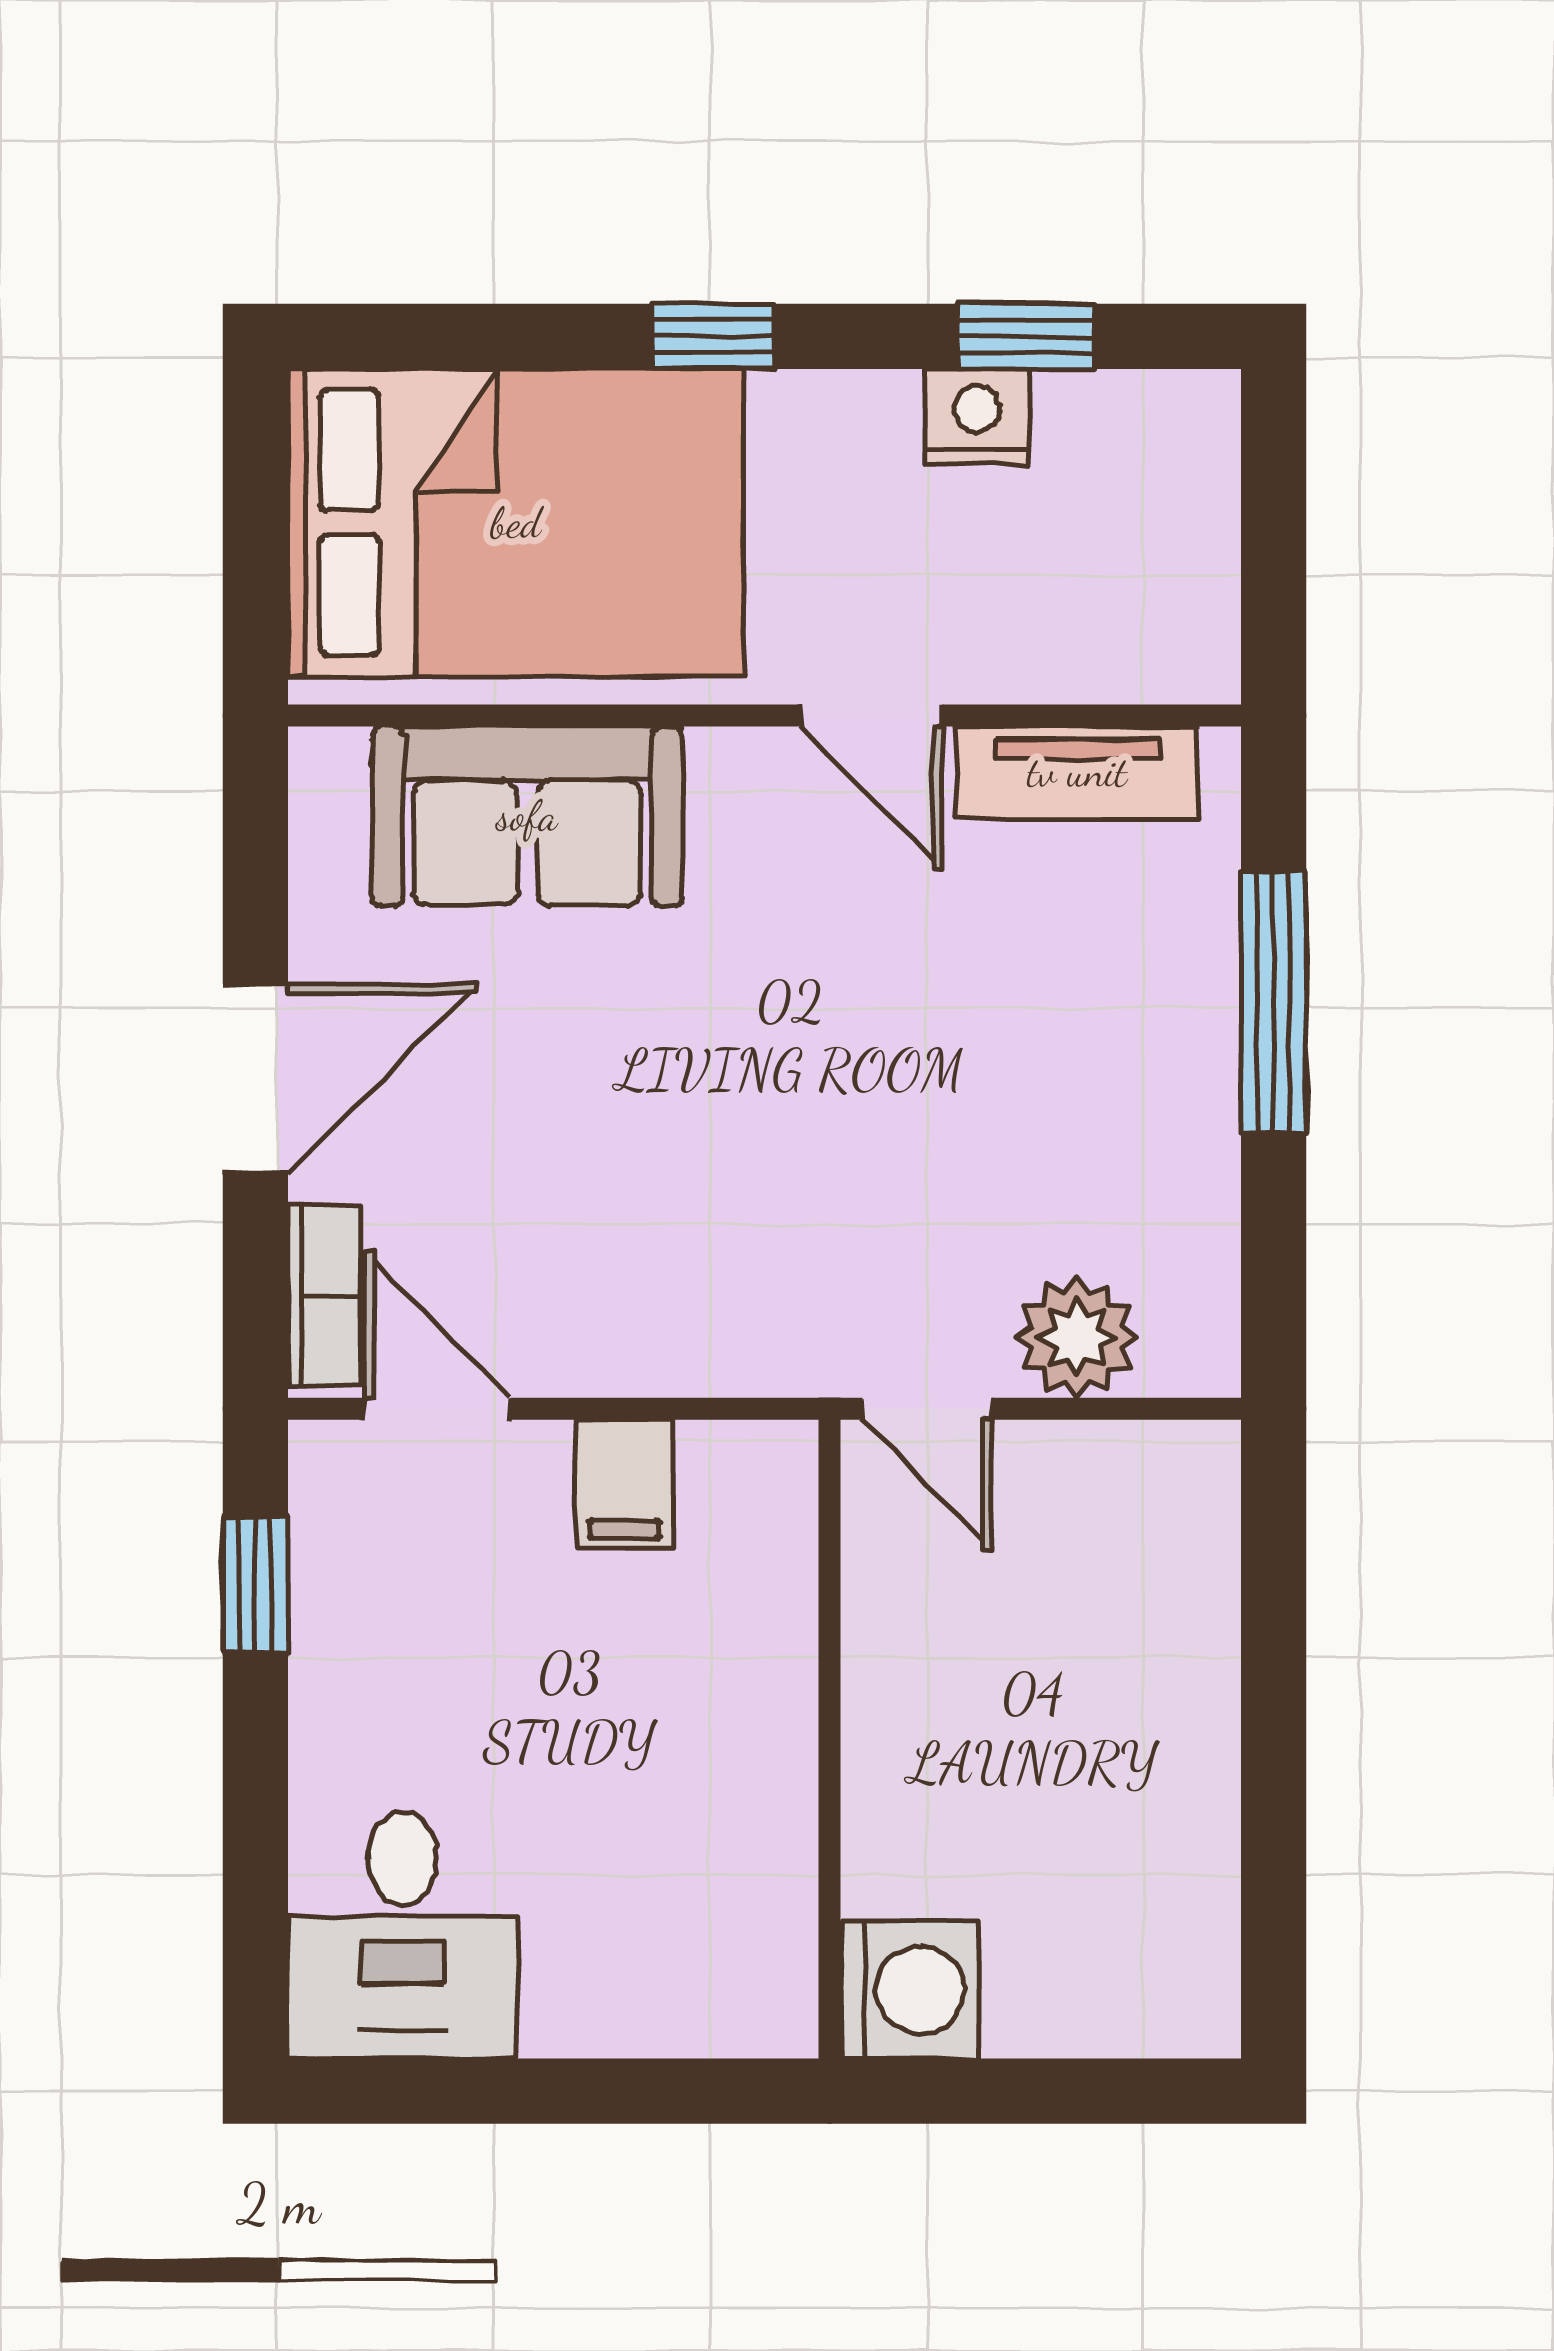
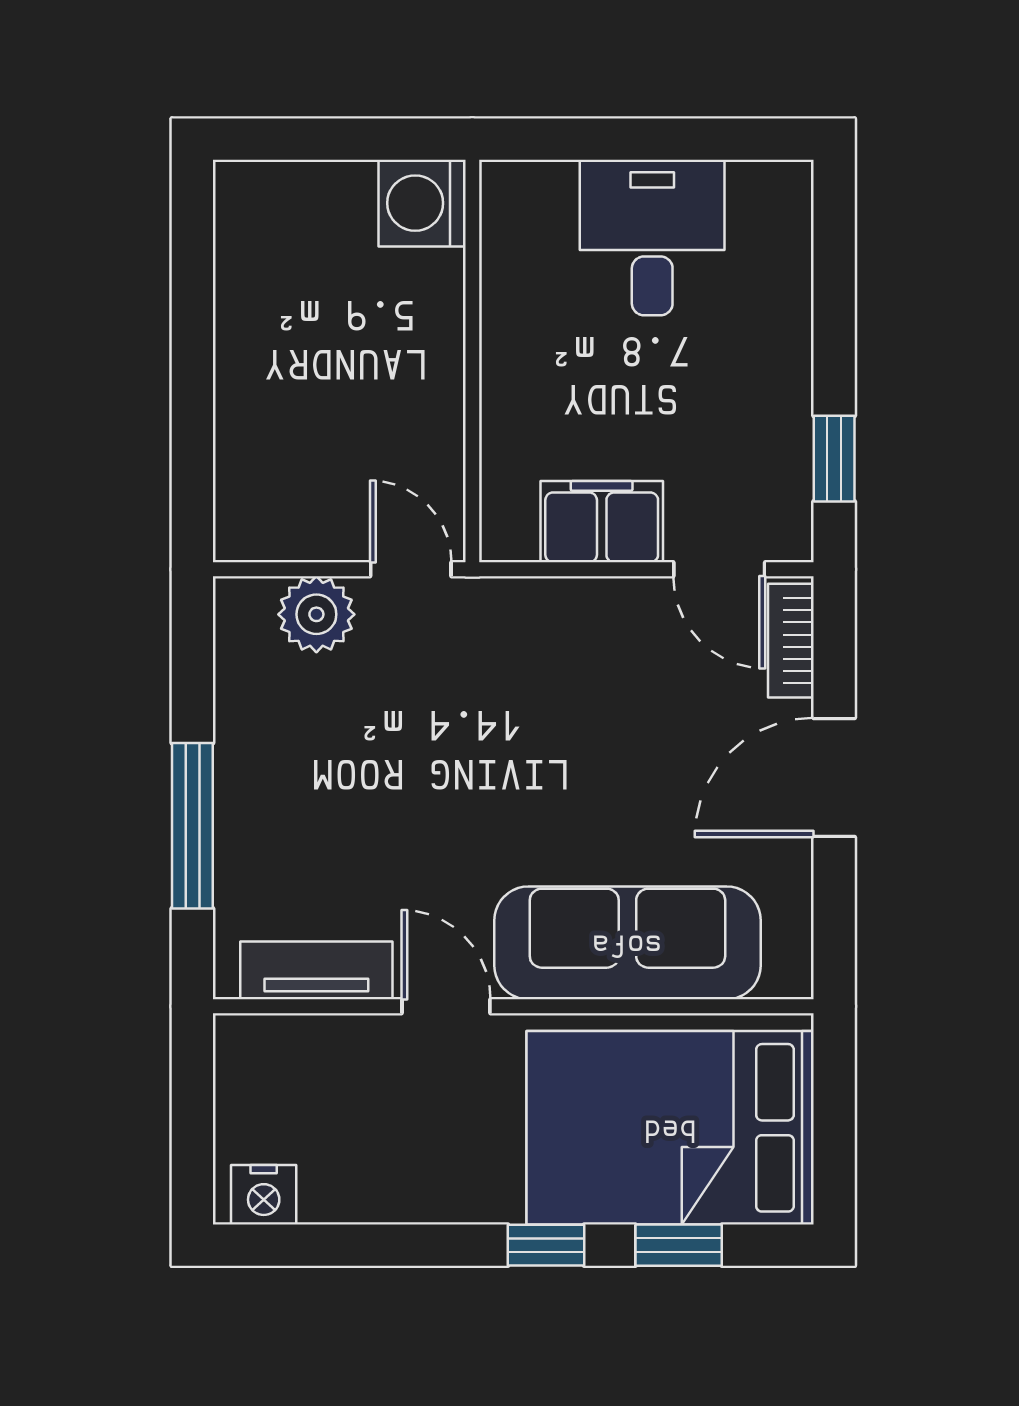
window: (1026, 336) -> (679, 1245), moved
nightstand: (977, 416) -> (264, 1195), moved
sofa: (527, 816) -> (627, 943), width x1.36
filing cabinet: (624, 1484) -> (602, 522), width x2.00
desk: (402, 1935) -> (652, 238), moved

